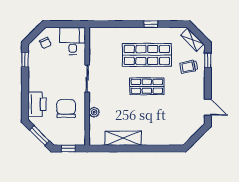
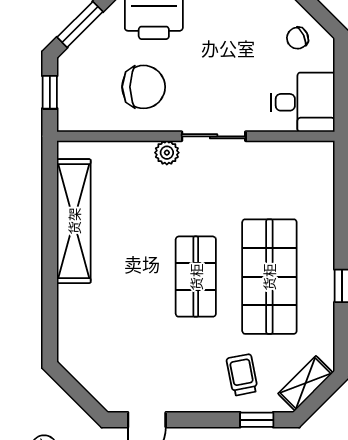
plant: (94, 112) -> (167, 153), moved
shelving: (123, 138) -> (74, 221), width x1.47

